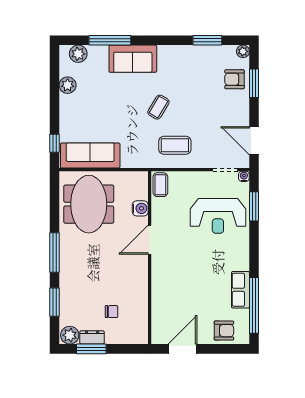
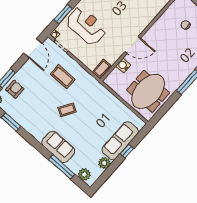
armchair: (234, 79) -> (15, 89), turned -90
window: (55, 143) -> (127, 151), moved
coffee table: (175, 145) -> (63, 77), moved
sofa: (90, 155) -> (120, 141), moved, turned 90

